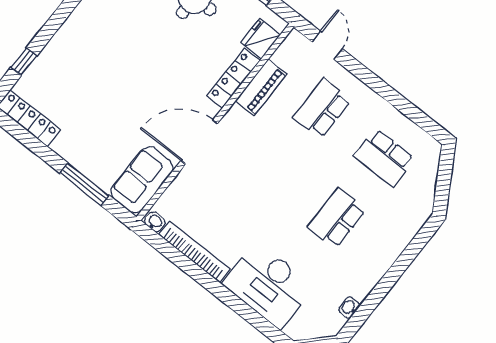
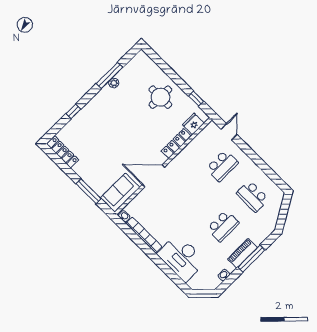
window: (24, 62) -> (73, 111), moved
piano: (261, 87) -> (242, 253), moved, turned 180
school desk: (322, 108) -> (222, 166), turned 180
school desk: (337, 218) -> (223, 226), turned 180
window: (396, 271) -> (252, 258), added

